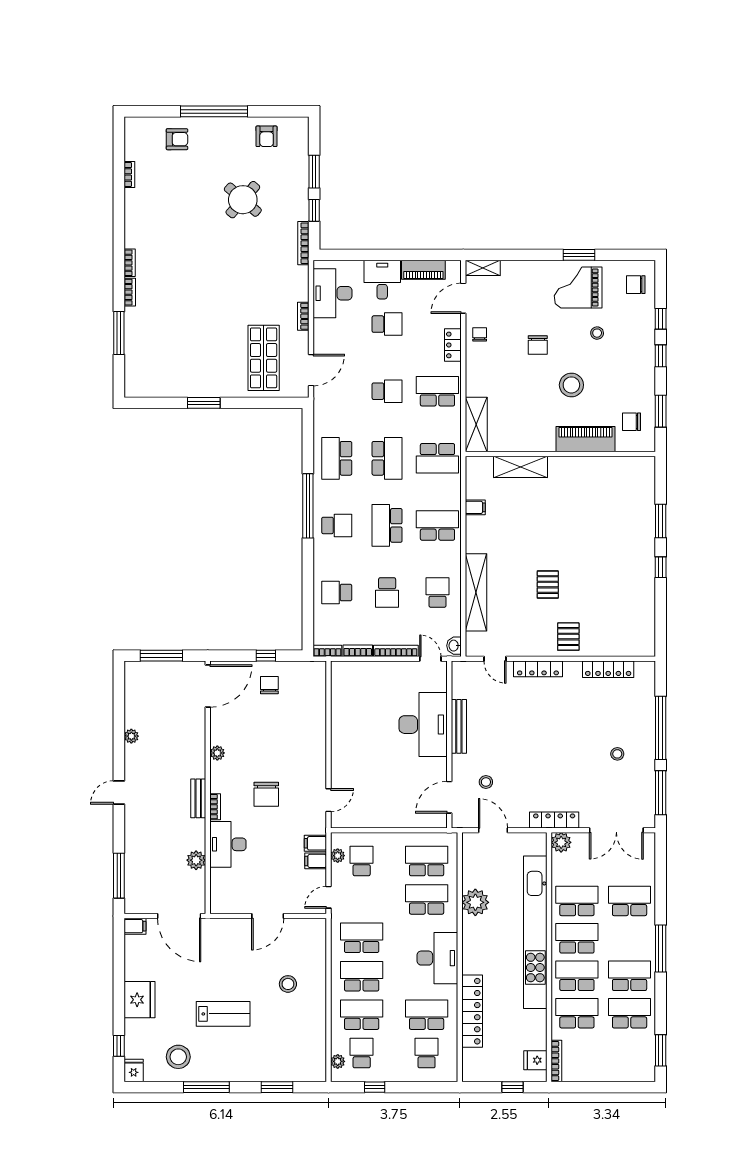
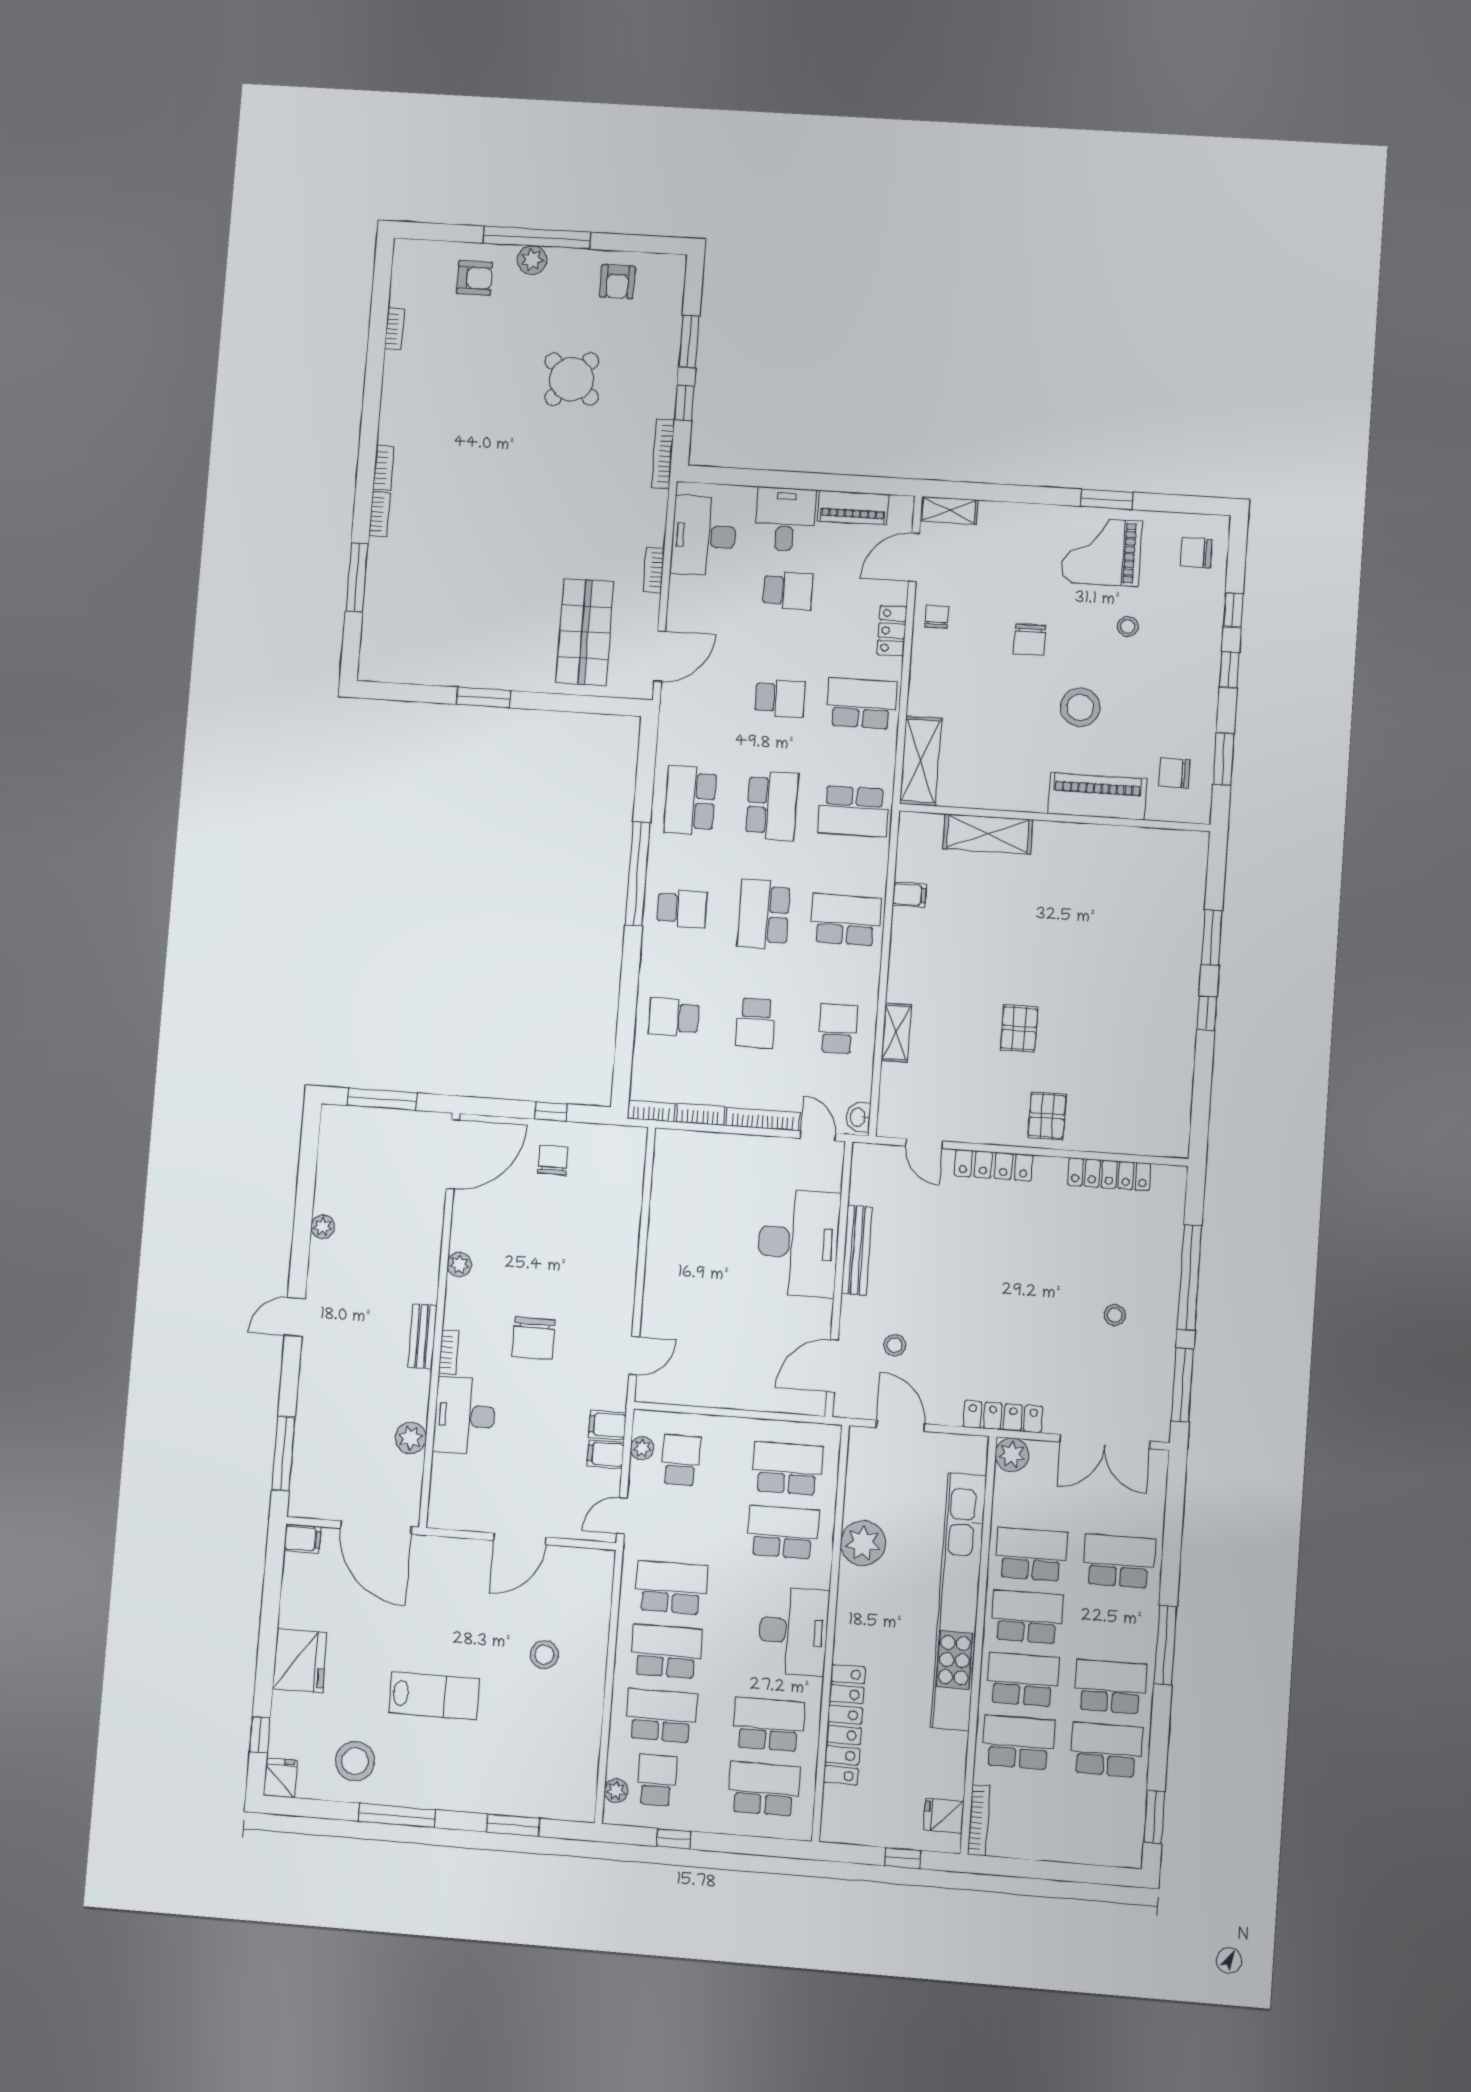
plant: (212, 126) -> (532, 260), added
shelving: (476, 592) -> (896, 1033), width x0.45, depth x0.75
school desk: (427, 1053) -> (764, 1789), width x1.85

